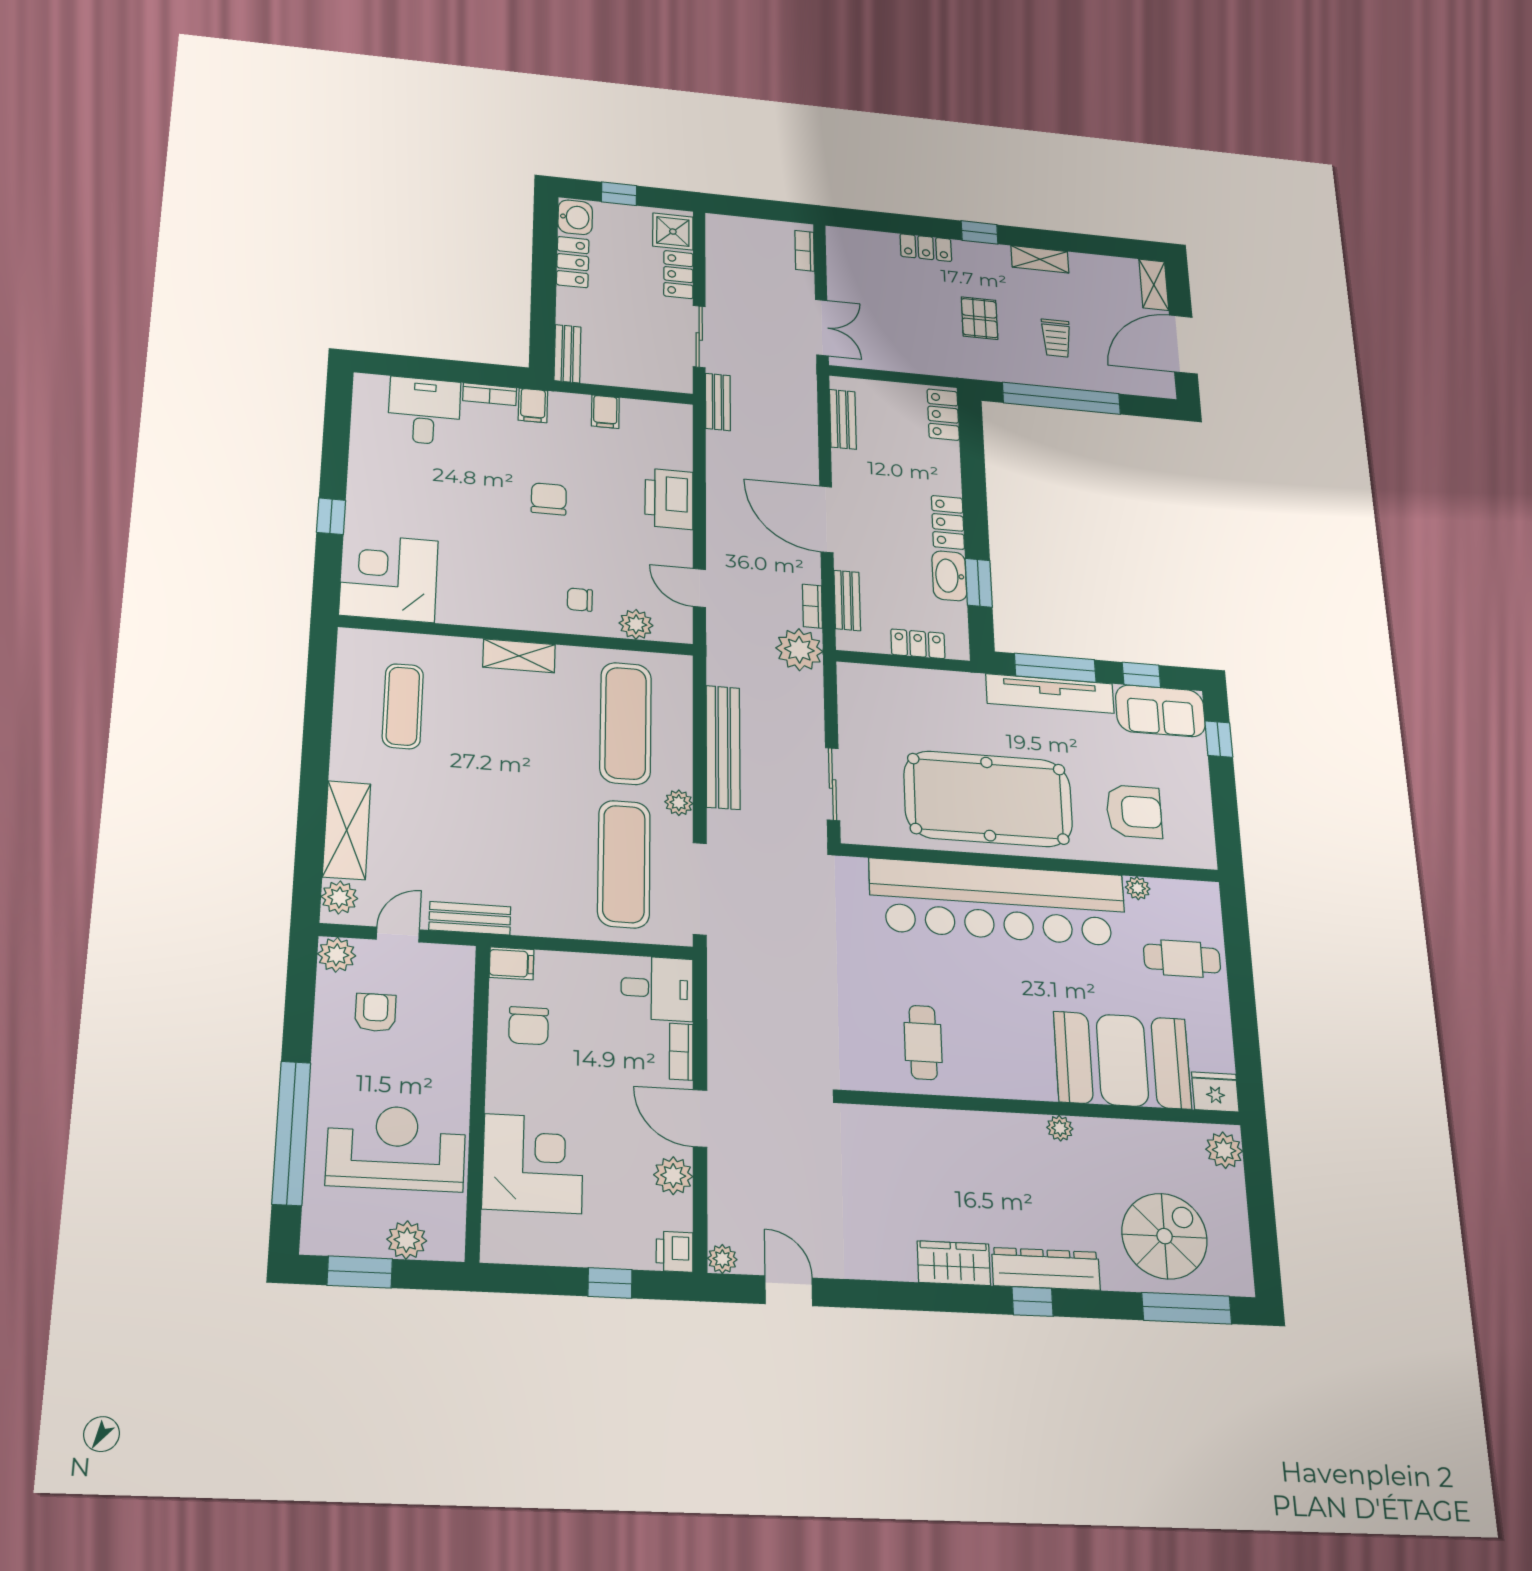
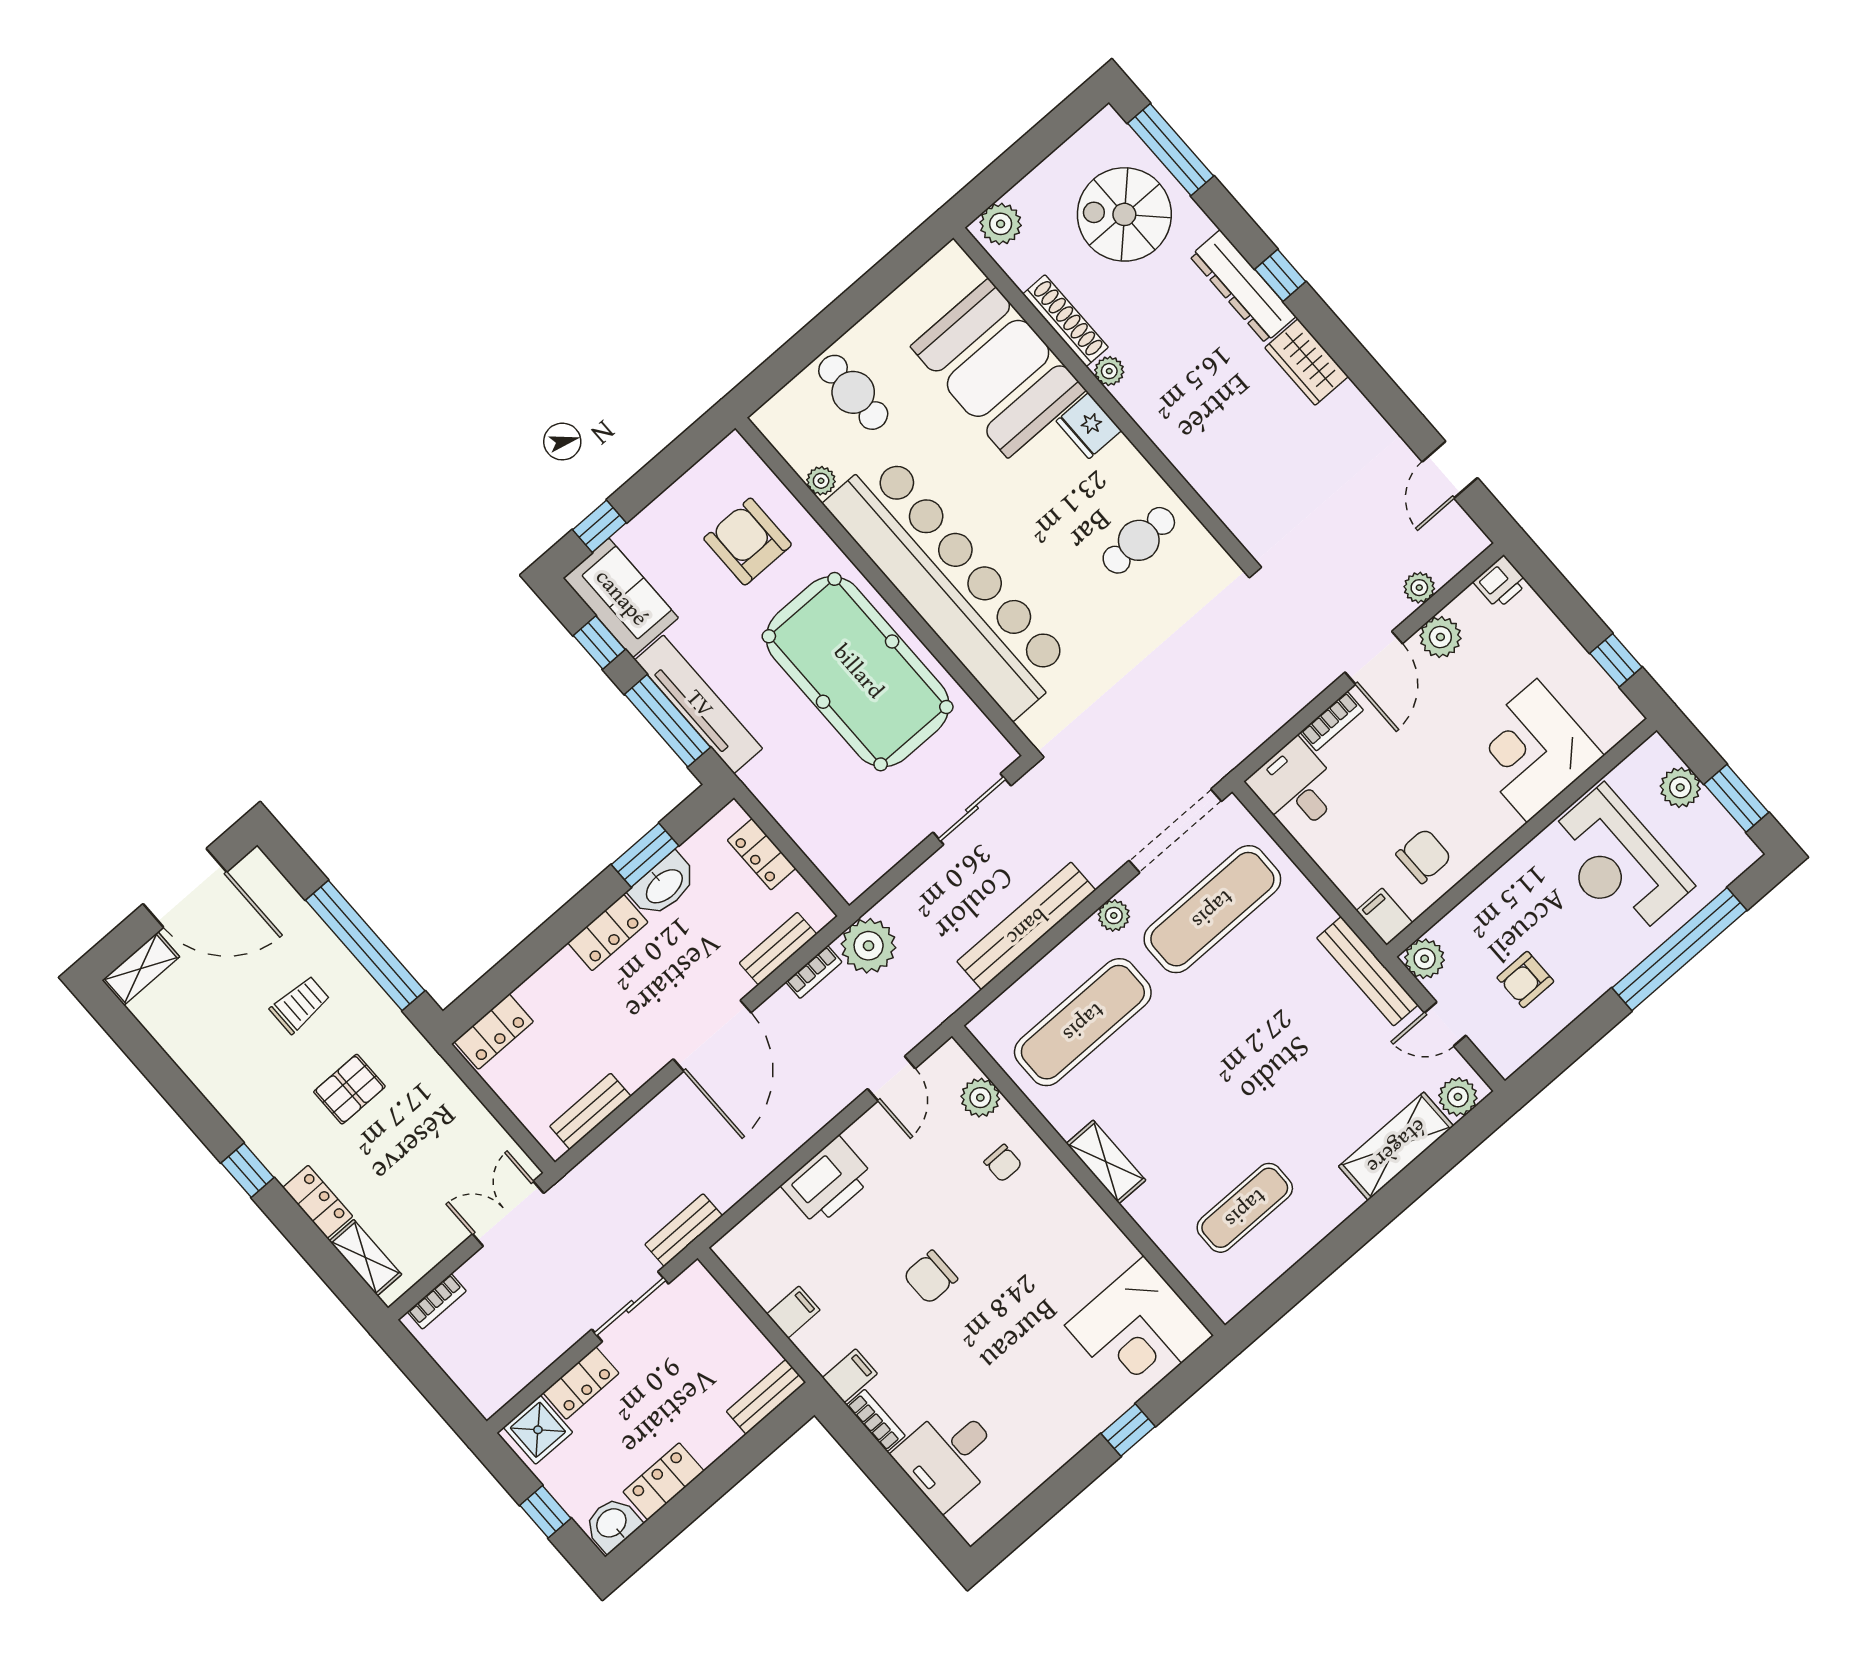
shelving: (1040, 259) -> (365, 1258), moved
bench: (470, 918) -> (1367, 971), width x1.36
plant: (337, 955) -> (1425, 959), moved
fridge: (1215, 1092) -> (1089, 426), moved
shoe rack: (1120, 1132) -> (1066, 321), added
plant: (722, 1259) -> (1419, 588), moved
window: (610, 1283) -> (1616, 660), moved

